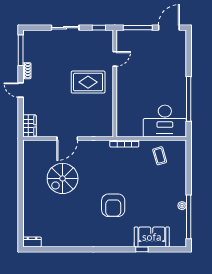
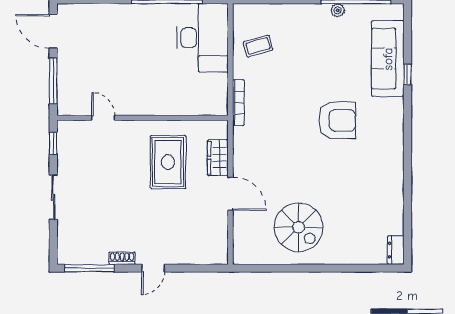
rug: (88, 82) -> (168, 162), moved
wardrobe: (29, 126) -> (218, 158), moved, turned -90
spiral stairs: (63, 178) -> (299, 227), moved
sofa: (152, 237) -> (388, 59), width x1.36

